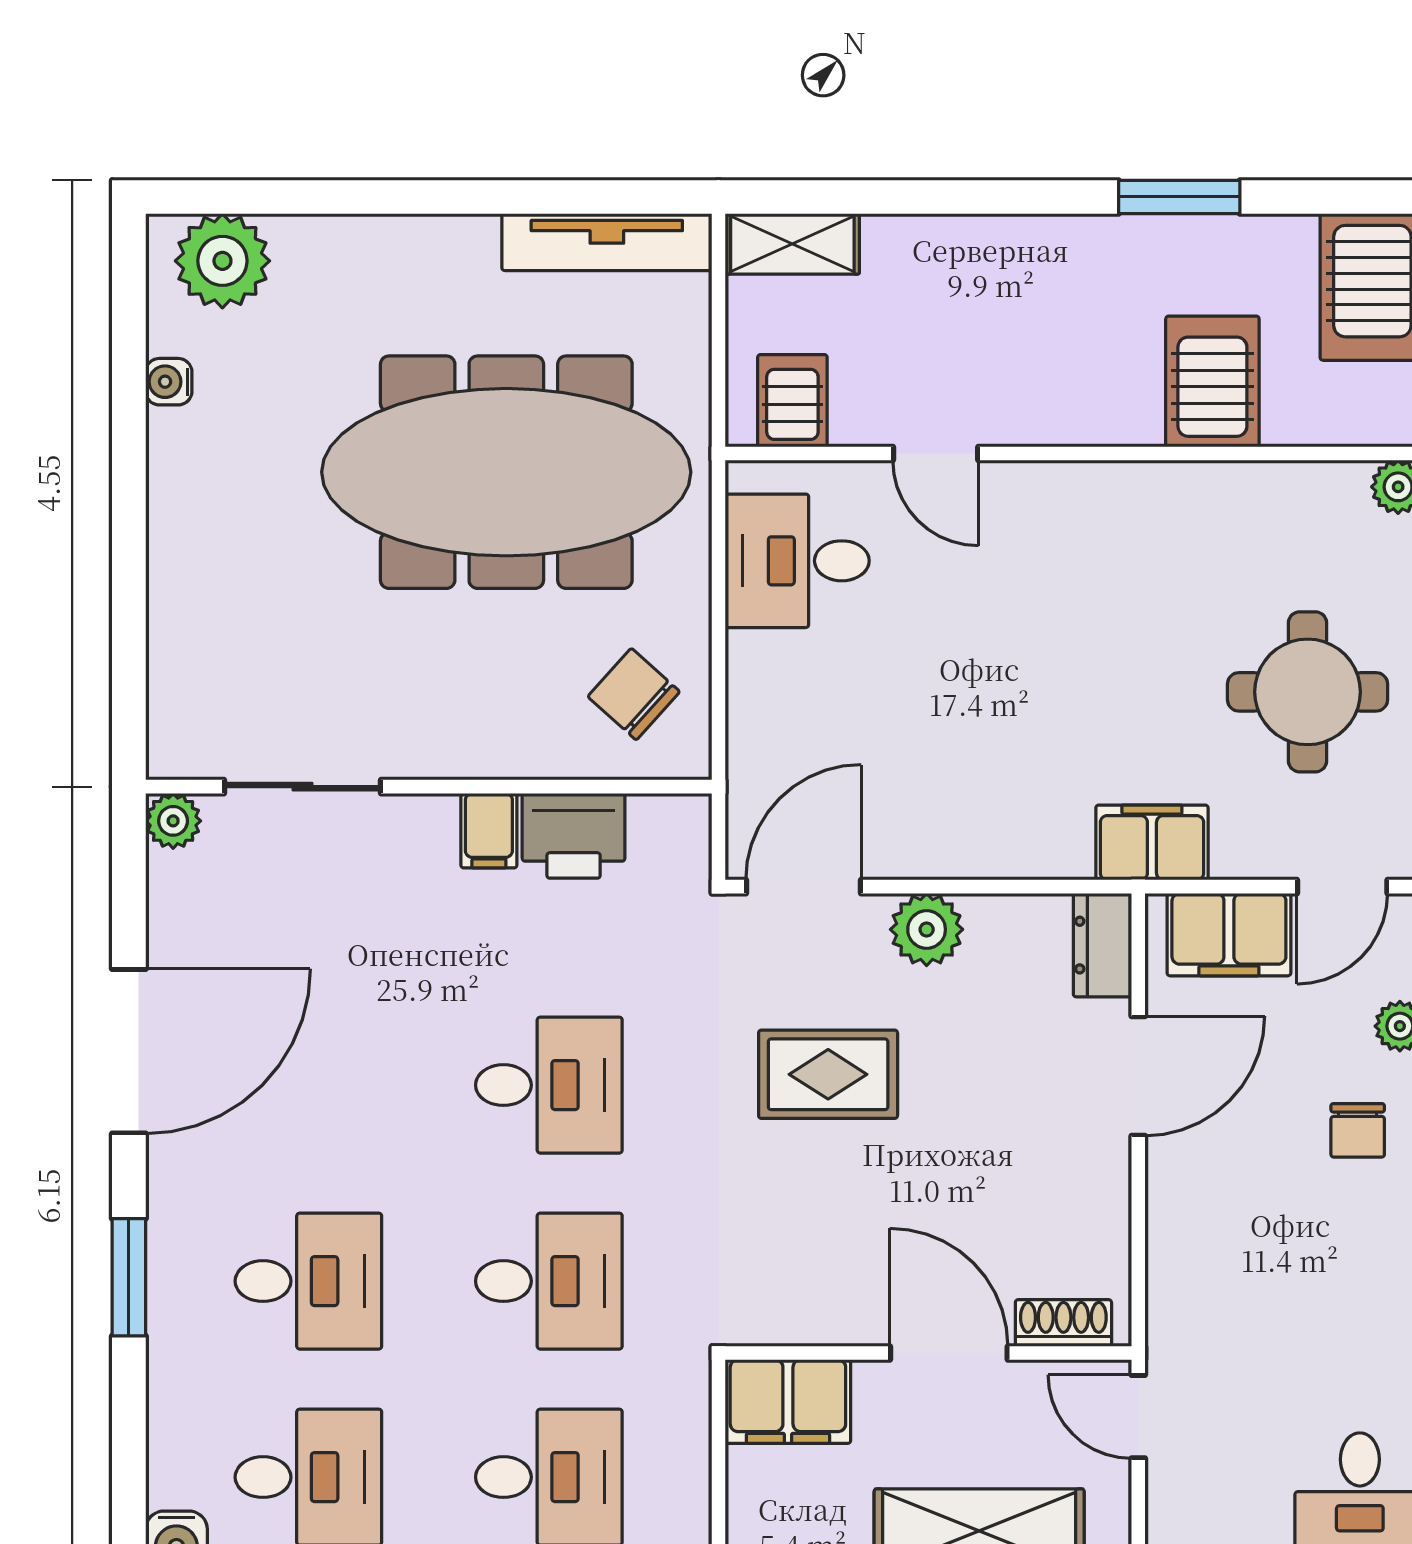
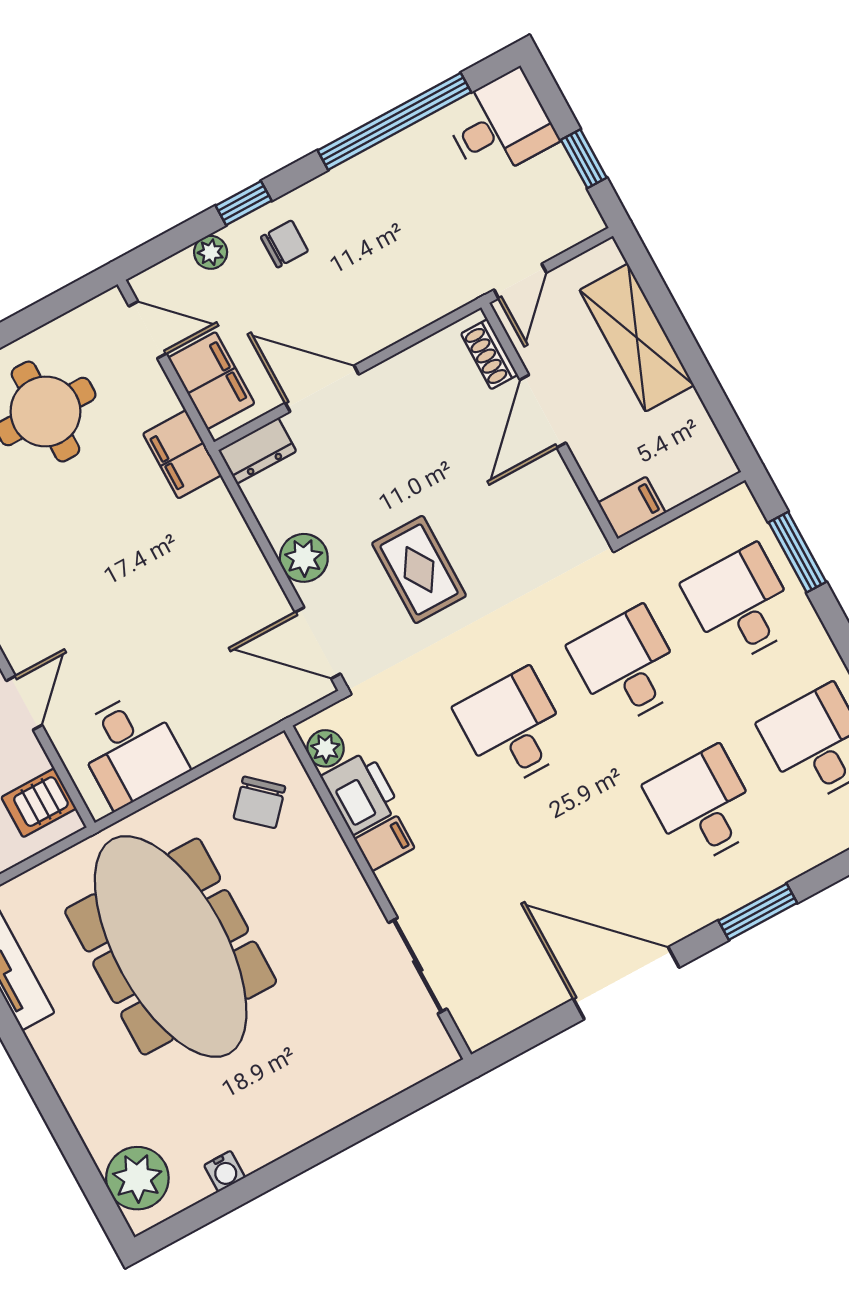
plant: (173, 821) -> (325, 748), moved
filing cabinet: (788, 1402) -> (632, 508), width x0.50

